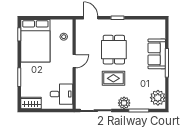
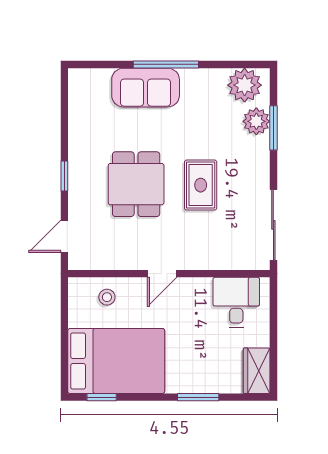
dining table: (114, 50) -> (136, 184), turned 90
door: (74, 61) -> (162, 274), swing flipped
plant: (124, 103) -> (256, 121), moved

